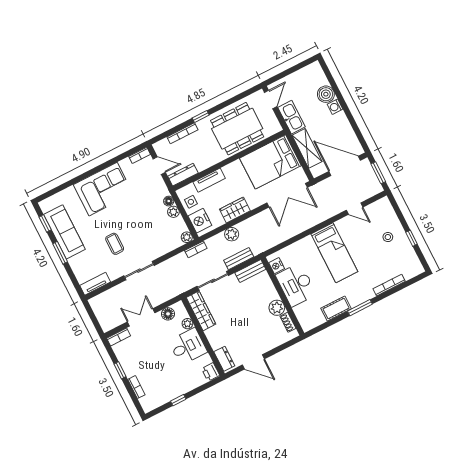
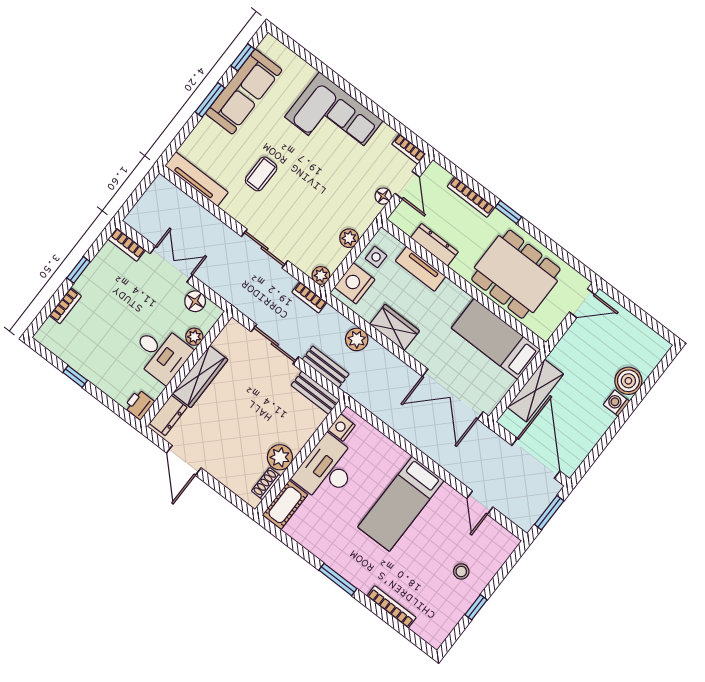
kitchen sink: (292, 117) -> (571, 346), removed
bed: (270, 162) -> (496, 339), width x0.67
dresser: (183, 175) -> (434, 245), moved
floor lamp: (169, 201) -> (383, 196), moved
sliding door: (139, 271) -> (265, 249), moved
tv unit: (95, 284) -> (196, 179), width x1.41
cot: (336, 309) -> (285, 505), moved, turned 90
wardrobe: (201, 311) -> (200, 377), moved

